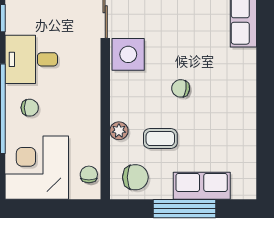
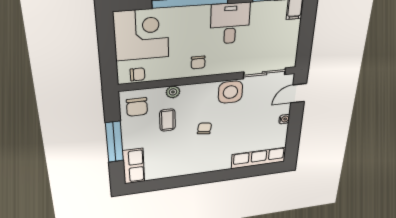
chair: (30, 108) -> (198, 62), moved
row of seats: (202, 186) -> (134, 166), moved

